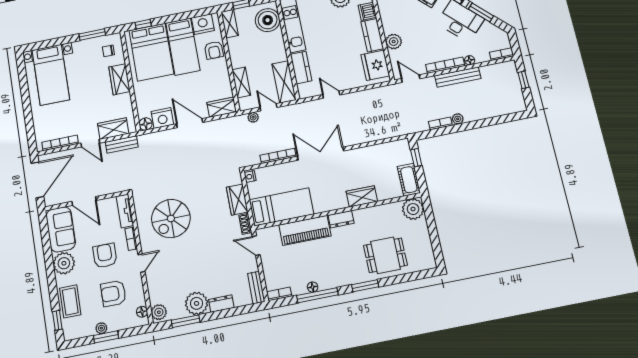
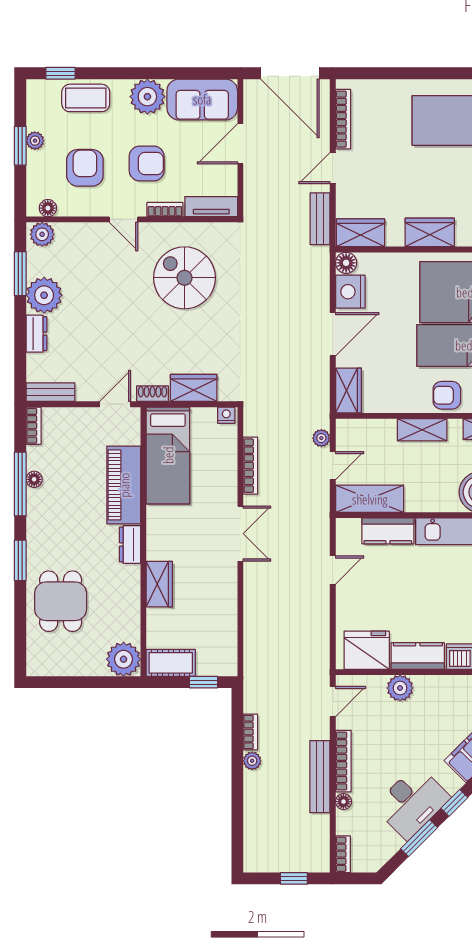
shelving: (241, 83) -> (422, 430), moved
wardrobe: (113, 128) -> (360, 233), moved, turned -90
double door: (320, 154) -> (240, 534), width x0.73

